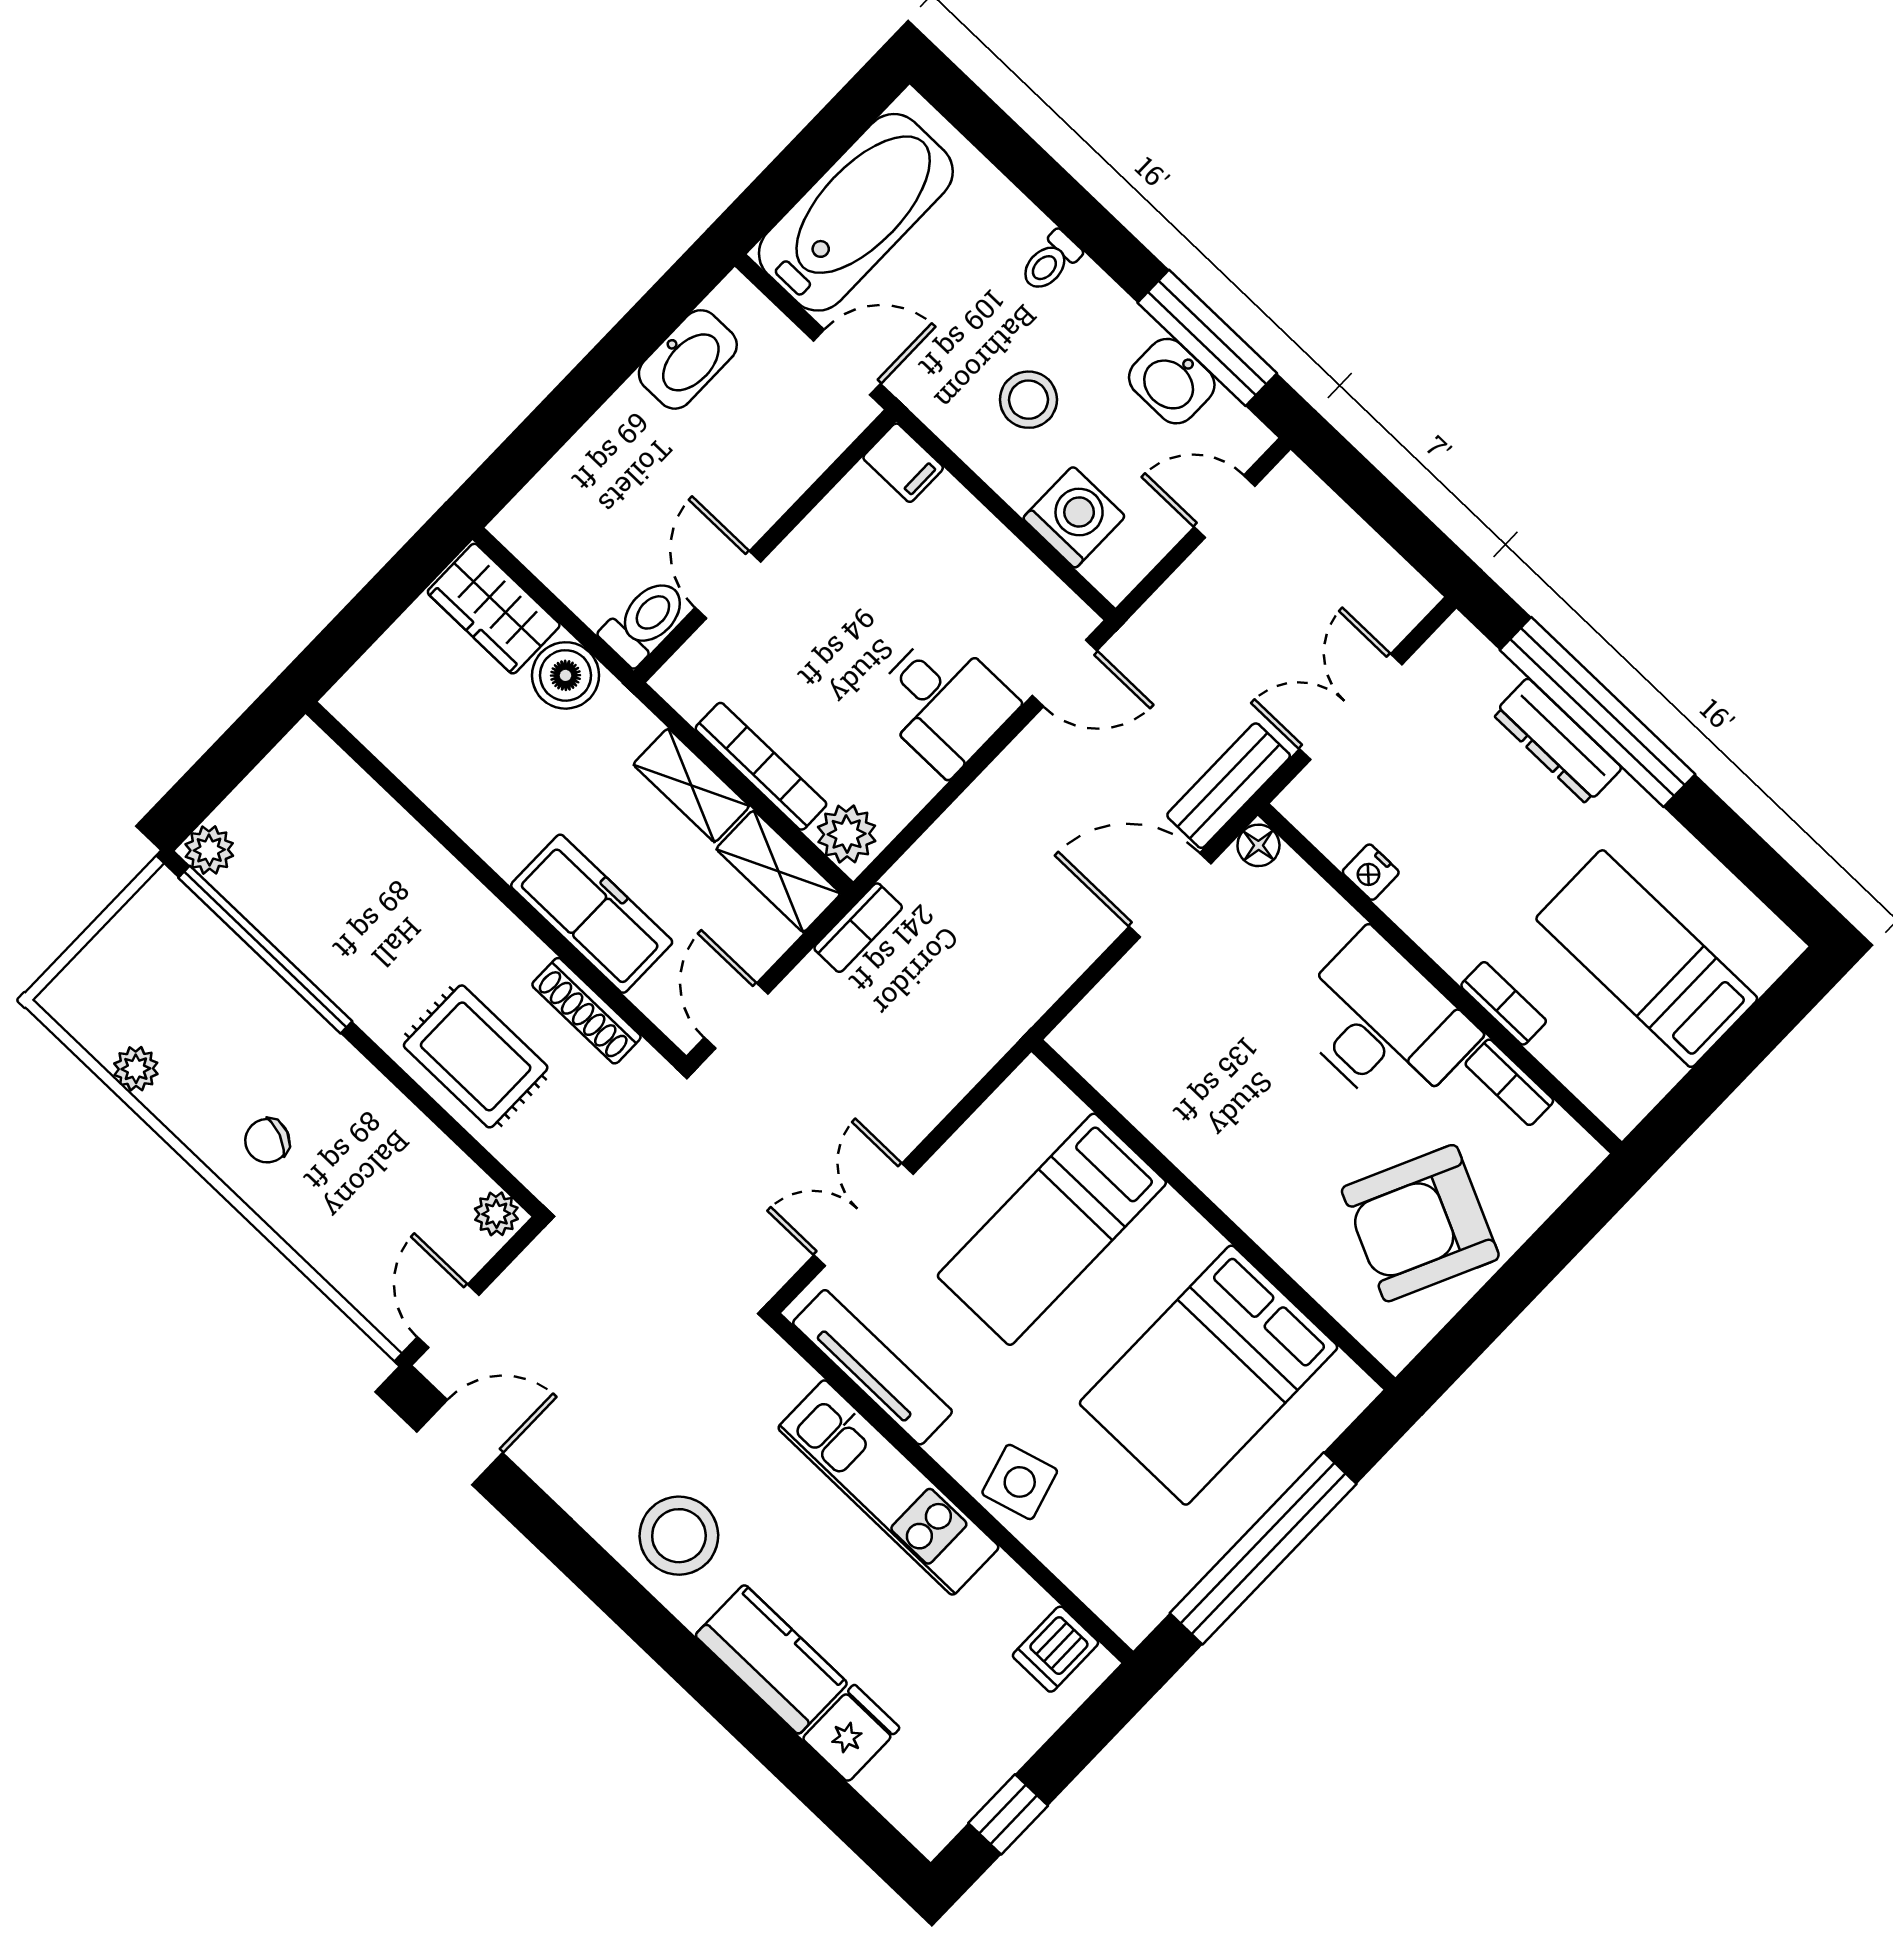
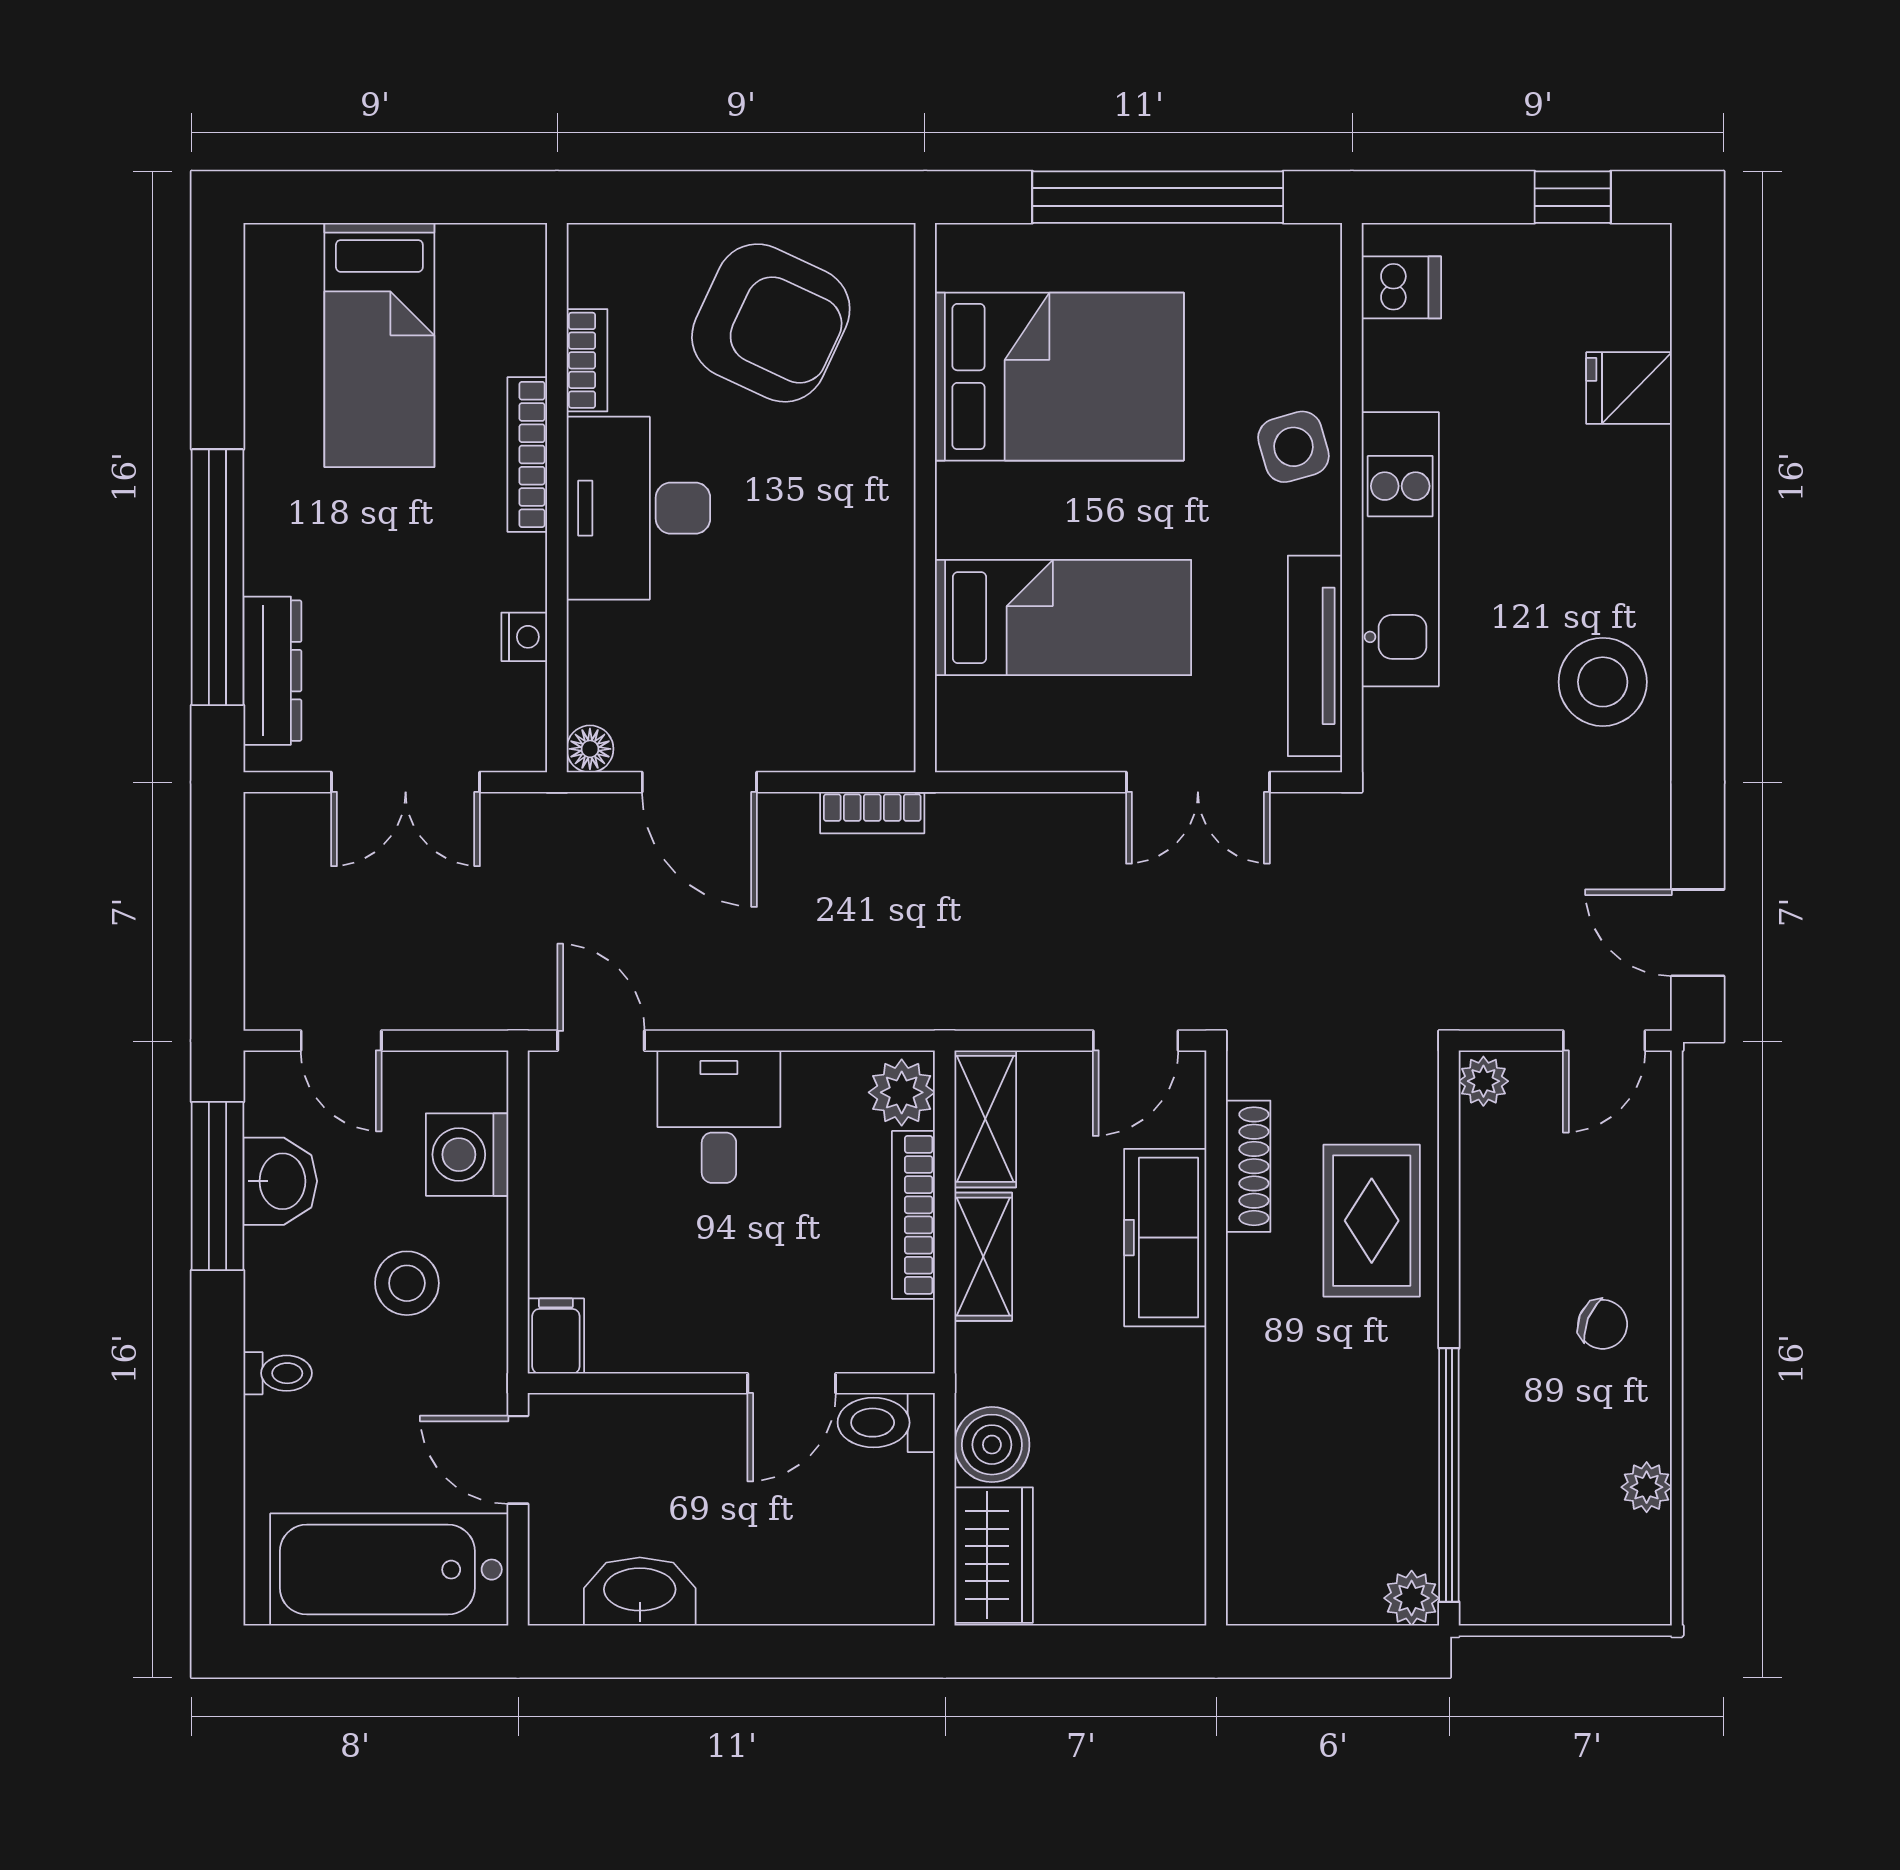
dresser: (1557, 741) -> (272, 671), moved
bench: (1229, 786) -> (565, 820), removed
bookcase: (858, 928) -> (872, 813), moved, turned 180
bookcase: (1504, 1003) -> (527, 454), width x1.56
kitchen counter: (771, 1659) -> (1631, 510), removed

